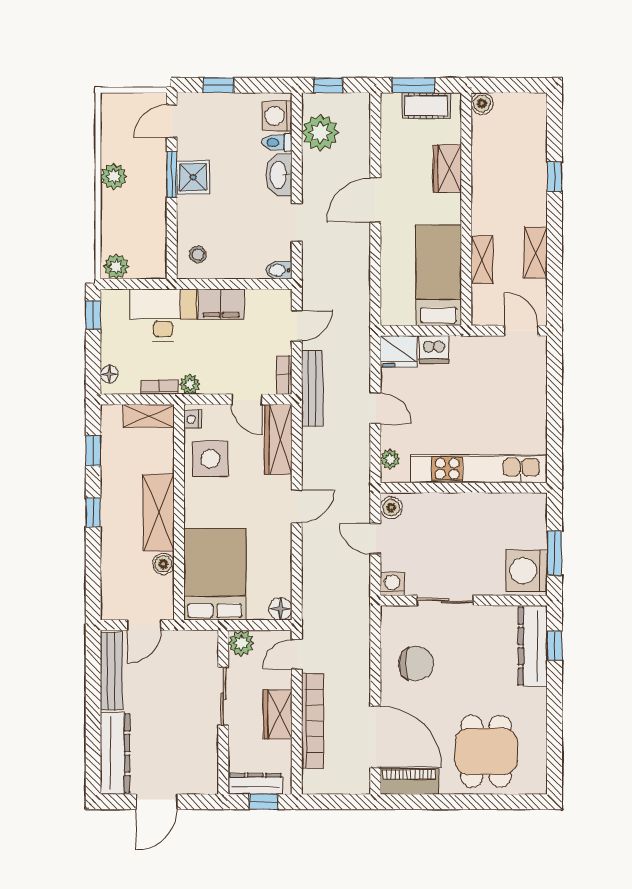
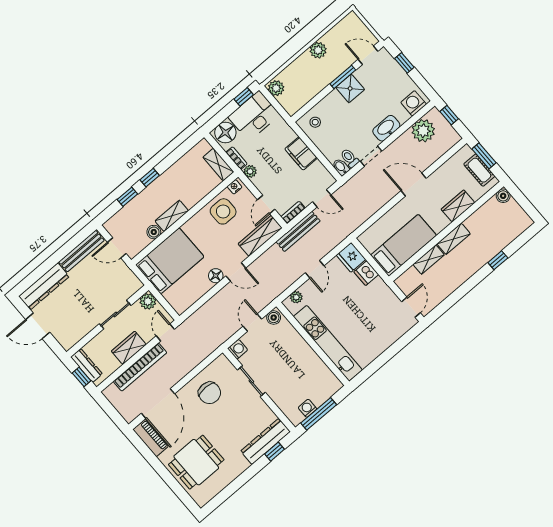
toilet: (277, 142) -> (350, 158), moved
shelving: (536, 253) -> (454, 239), moved
desk: (163, 315) -> (254, 116), moved, turned -90
floor lamp: (109, 374) -> (225, 133), width x1.89, depth x1.89
window: (93, 451) -> (127, 197), moved
shelving: (159, 513) -> (172, 216), width x0.67, depth x0.75
window: (555, 553) -> (319, 414), width x1.44
washing machine: (526, 571) -> (307, 408), width x0.53, depth x0.53
floor lamp: (280, 609) -> (216, 276), moved
door: (297, 654) -> (165, 332), hinge flipped

